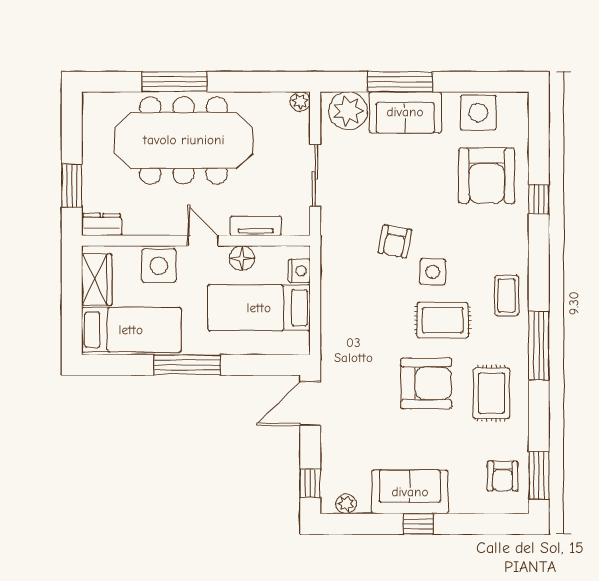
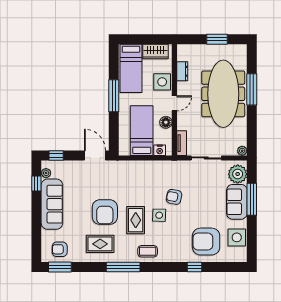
window: (72, 186) -> (217, 39), moved
dresser: (102, 224) -> (182, 71), moved
tv unit: (256, 226) -> (182, 143), moved
sofa: (410, 492) -> (52, 204), width x1.36
window: (418, 524) -> (36, 184), moved

